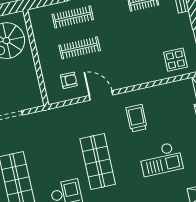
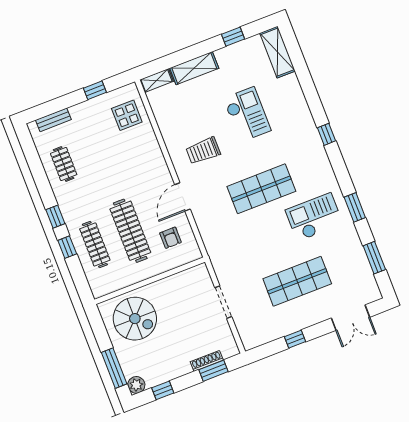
clothes rail: (80, 48) -> (130, 231), width x1.37, depth x1.31
armchair: (69, 80) -> (171, 238), turned 180

